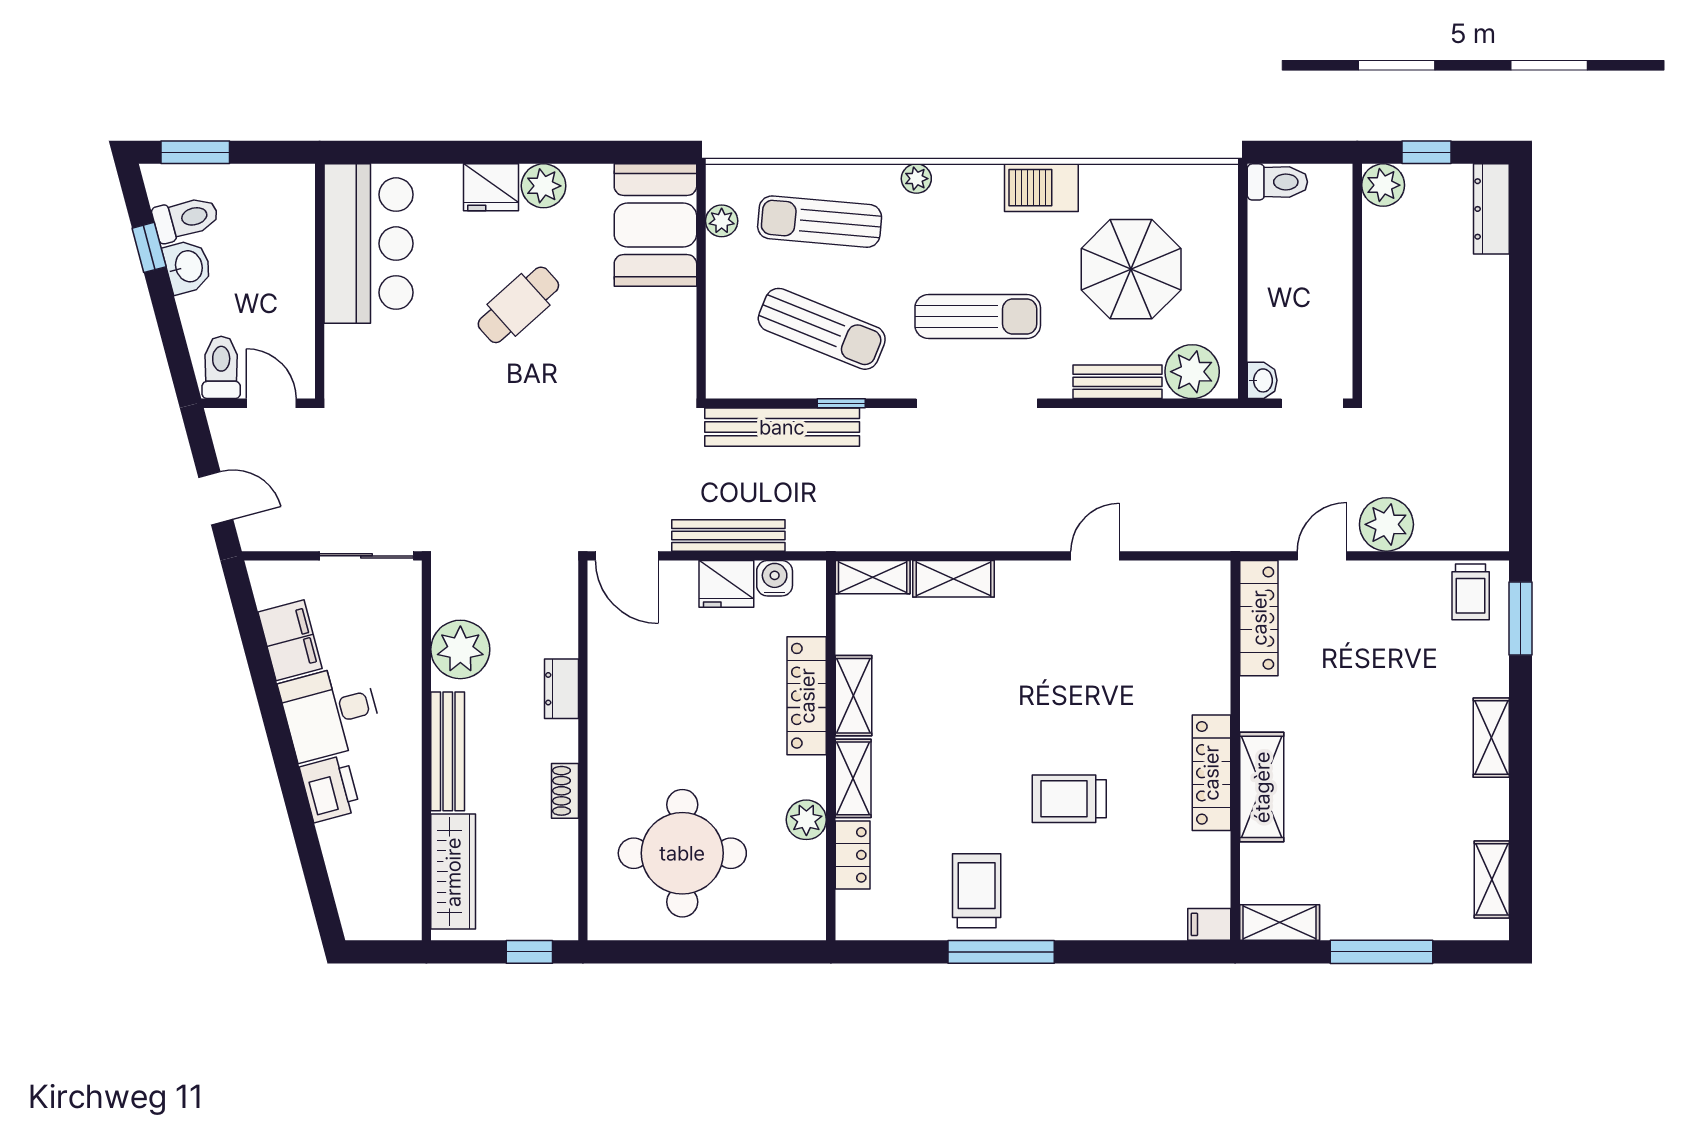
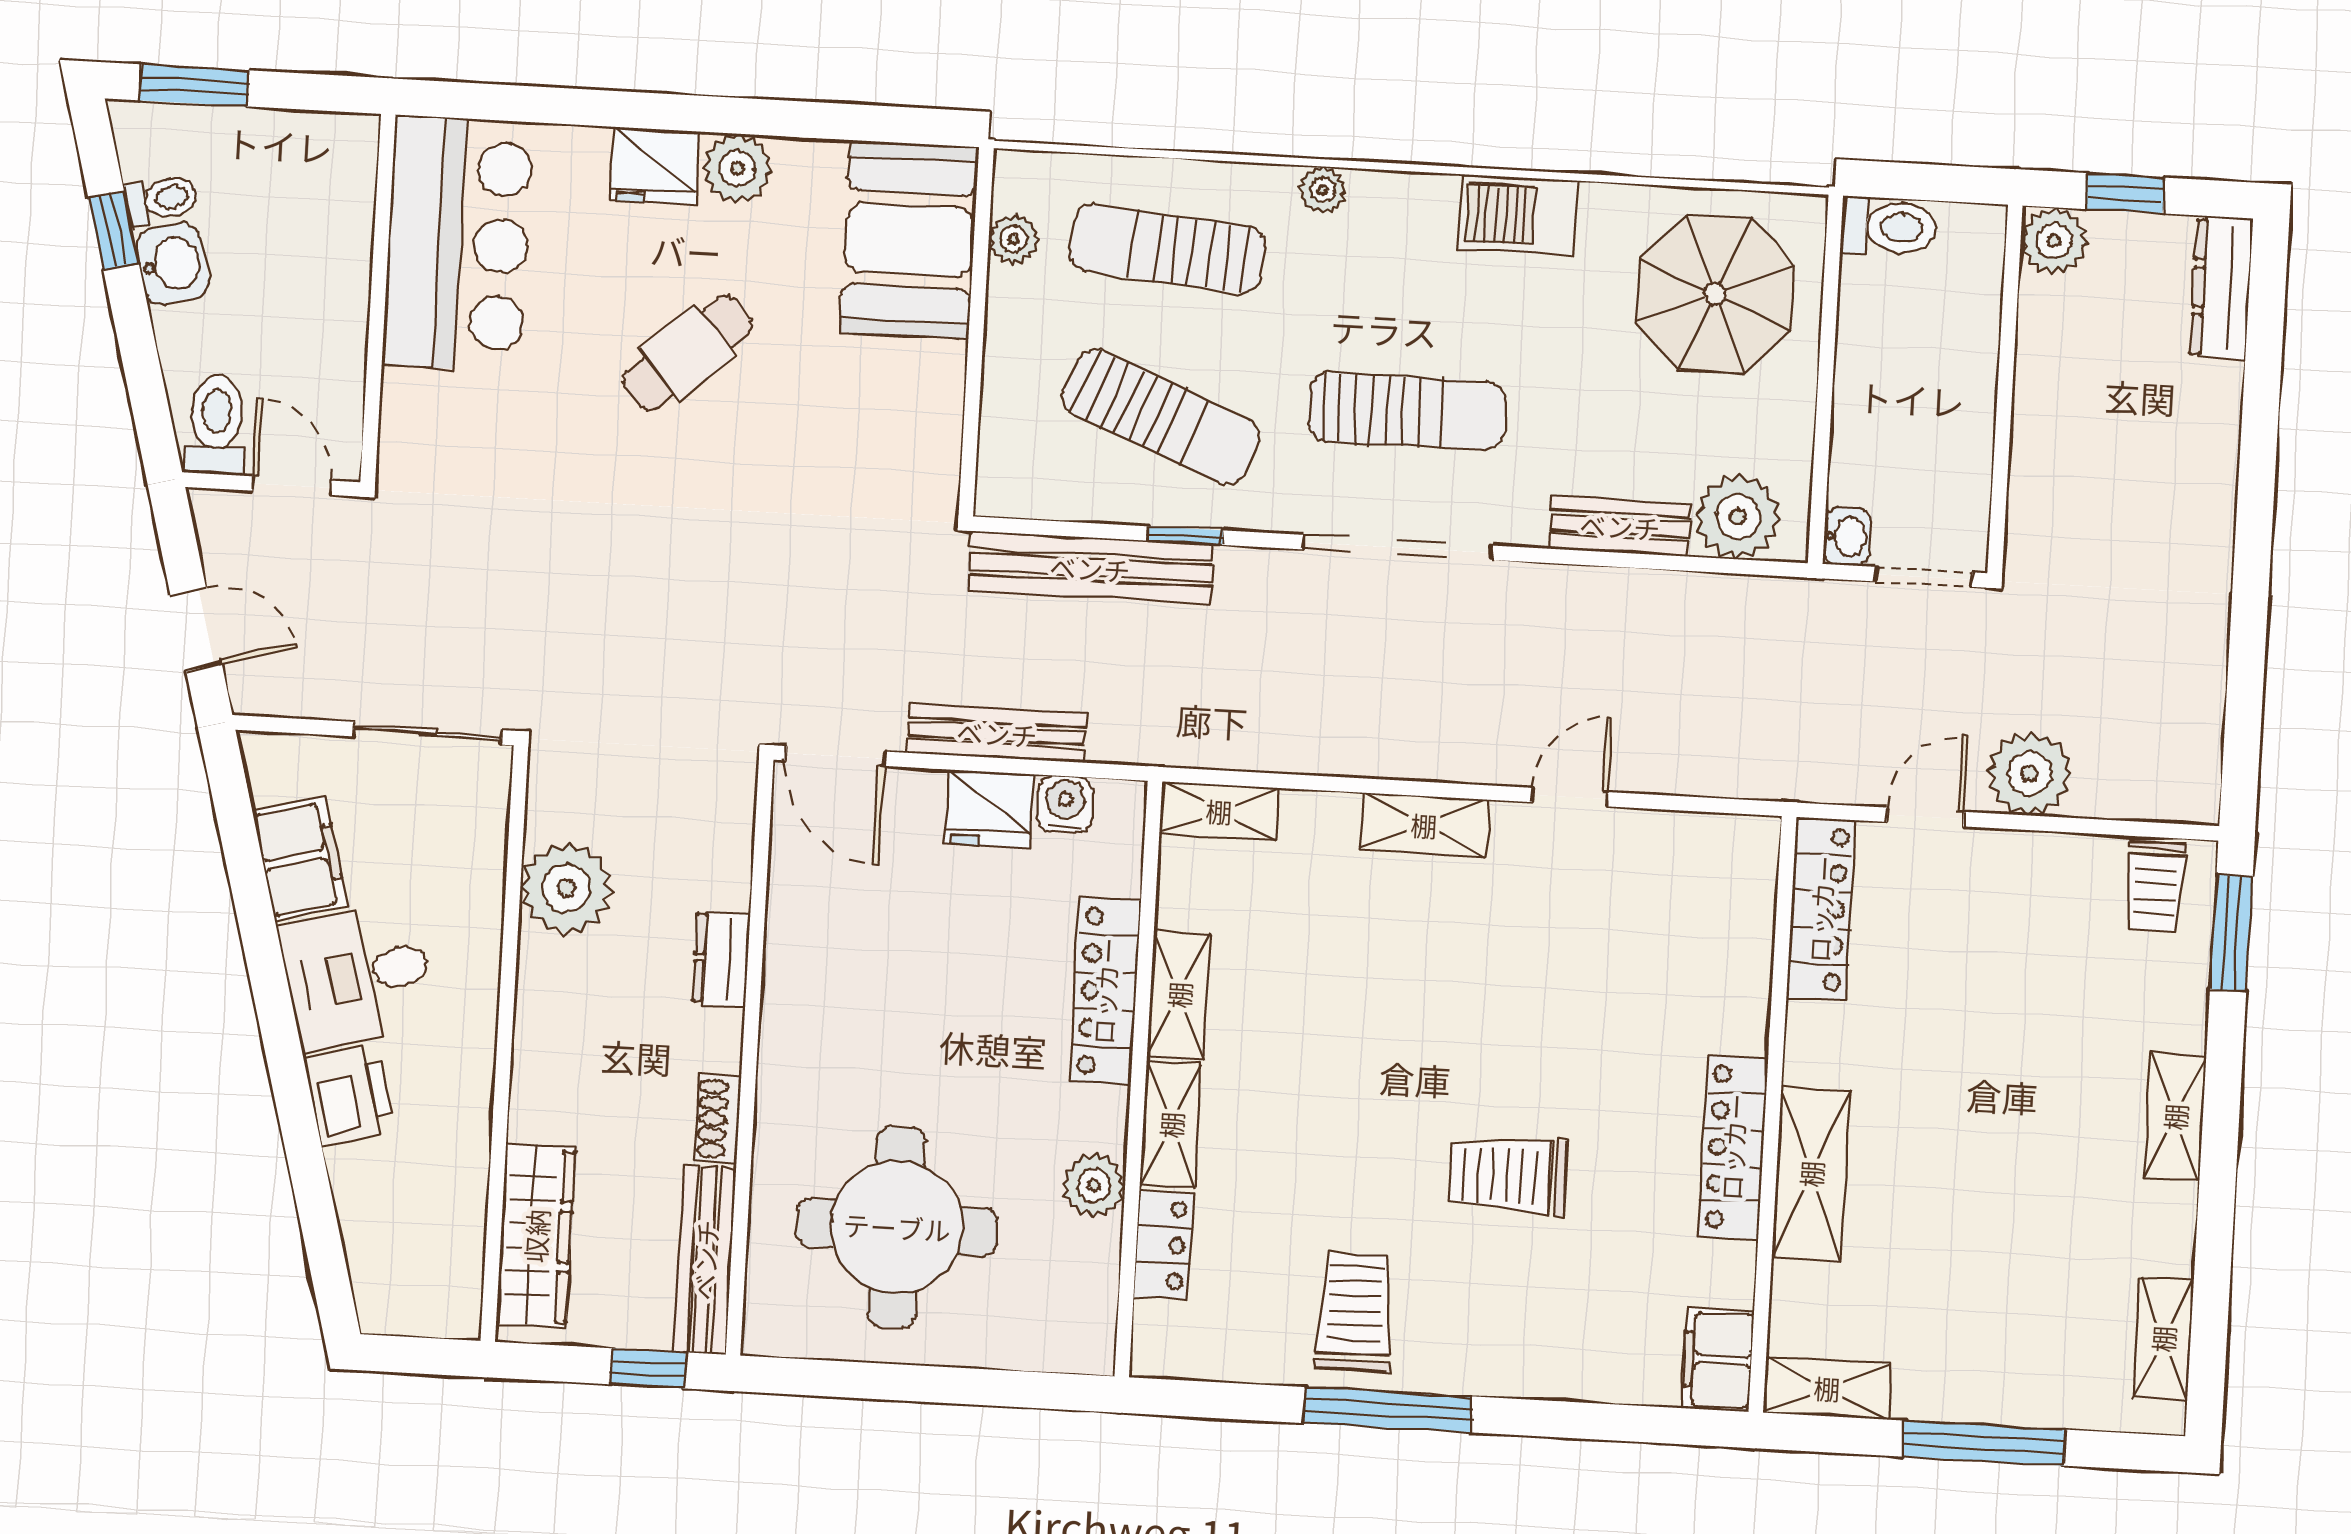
toilet: (186, 219) -> (162, 199), width x0.73, depth x0.72
parasol: (1131, 269) -> (1715, 294), moved
shelving: (953, 579) -> (1424, 825), moved
bench: (448, 751) -> (705, 1260), moved
filing cabinet: (1209, 924) -> (1718, 1360), width x2.00

